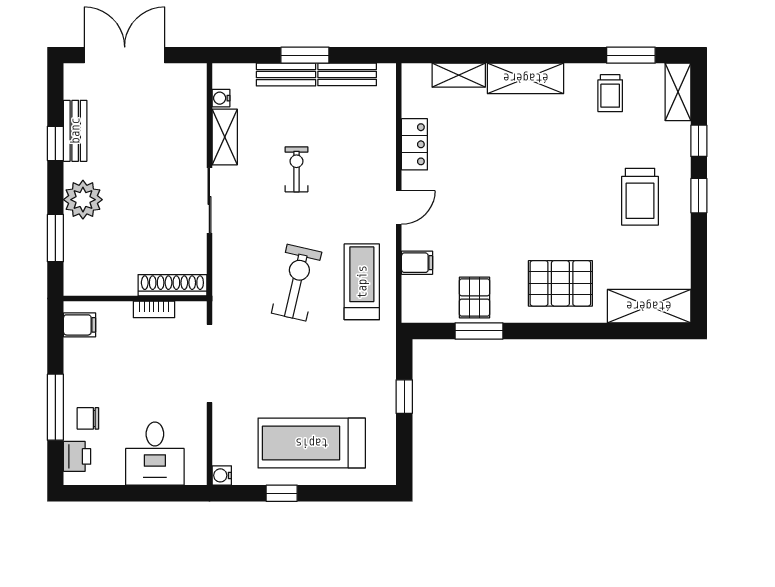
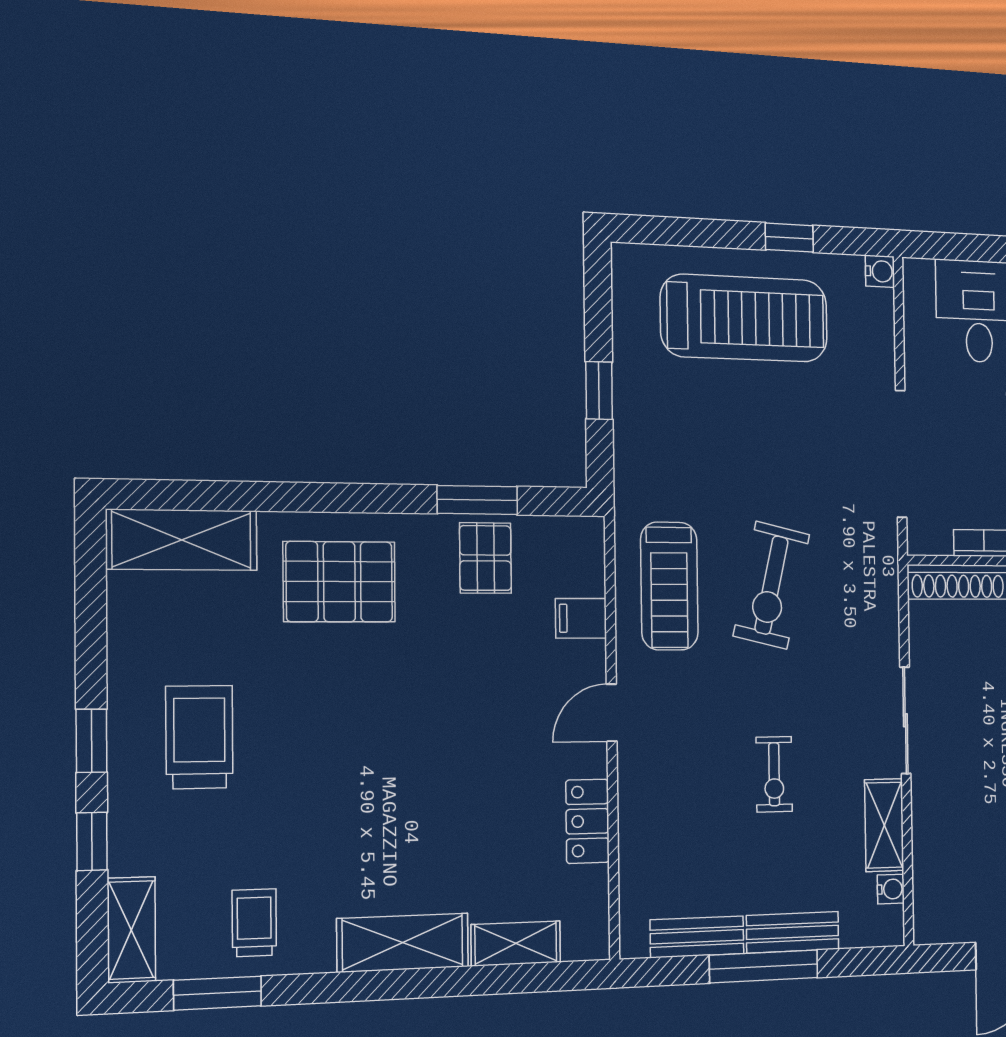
window: (305, 55) -> (764, 966), width x1.44

